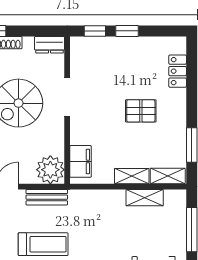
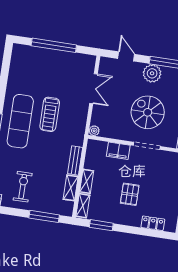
filing cabinet: (80, 161) -> (118, 151), moved
plant: (50, 170) -> (94, 131), width x0.53, depth x0.53
bench: (47, 197) -> (75, 160), moved

